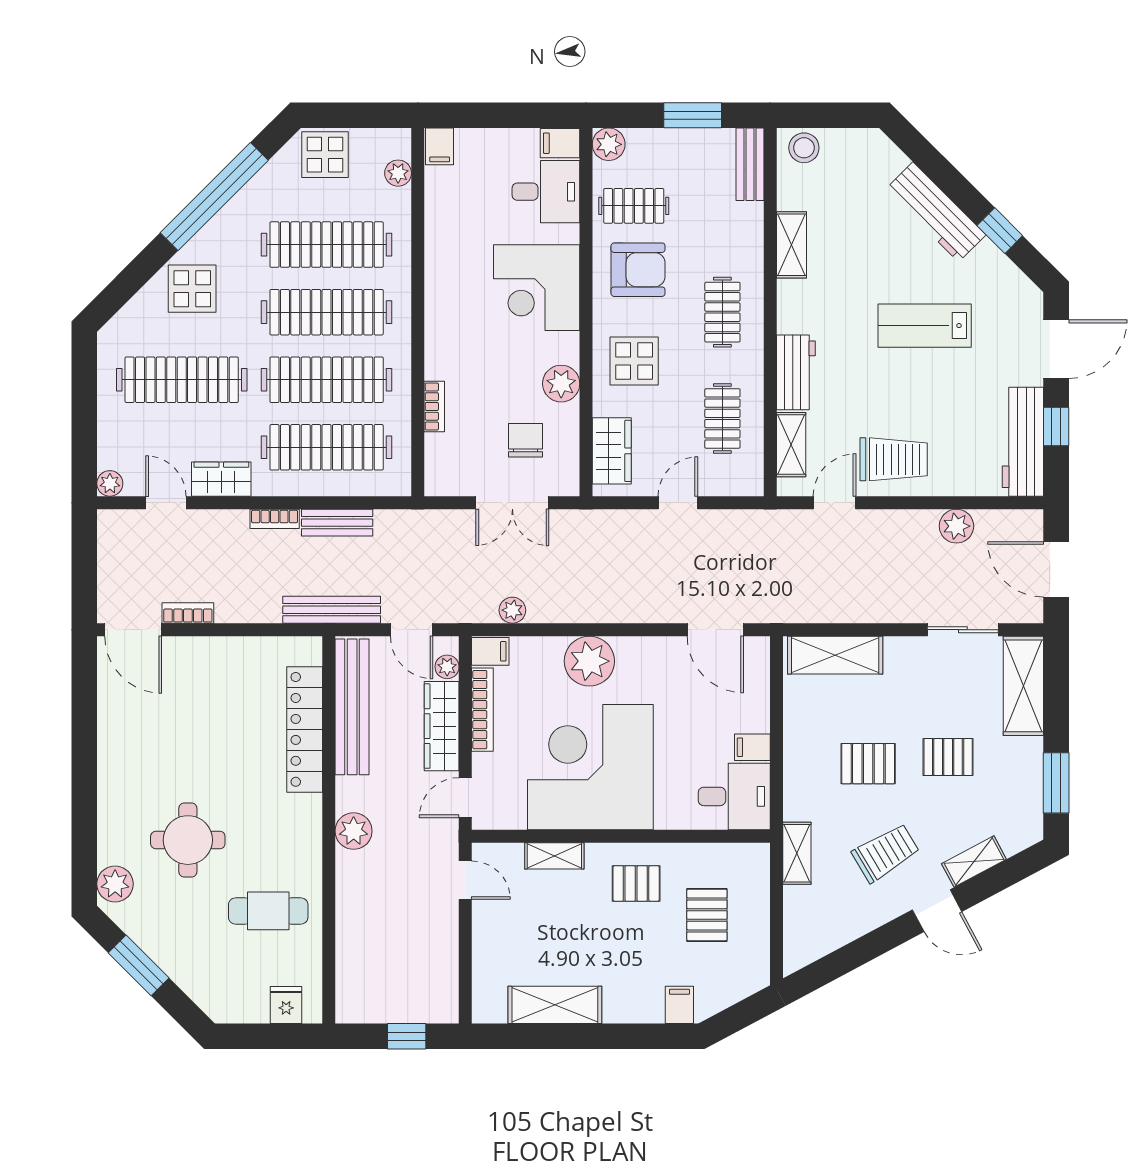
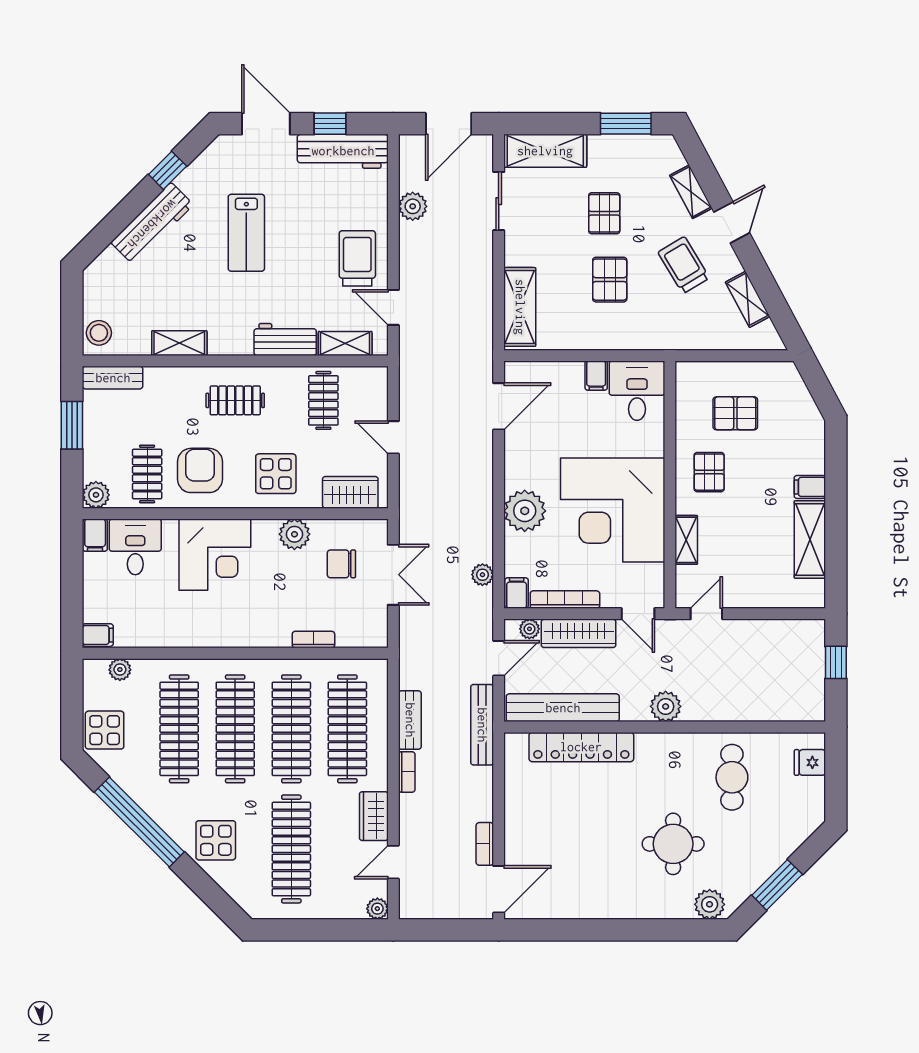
clothes rail: (722, 418) -> (323, 400), turned 90
shelving: (797, 853) -> (748, 299), moved, turned 62
filing cabinet: (679, 1005) -> (810, 487), moved

